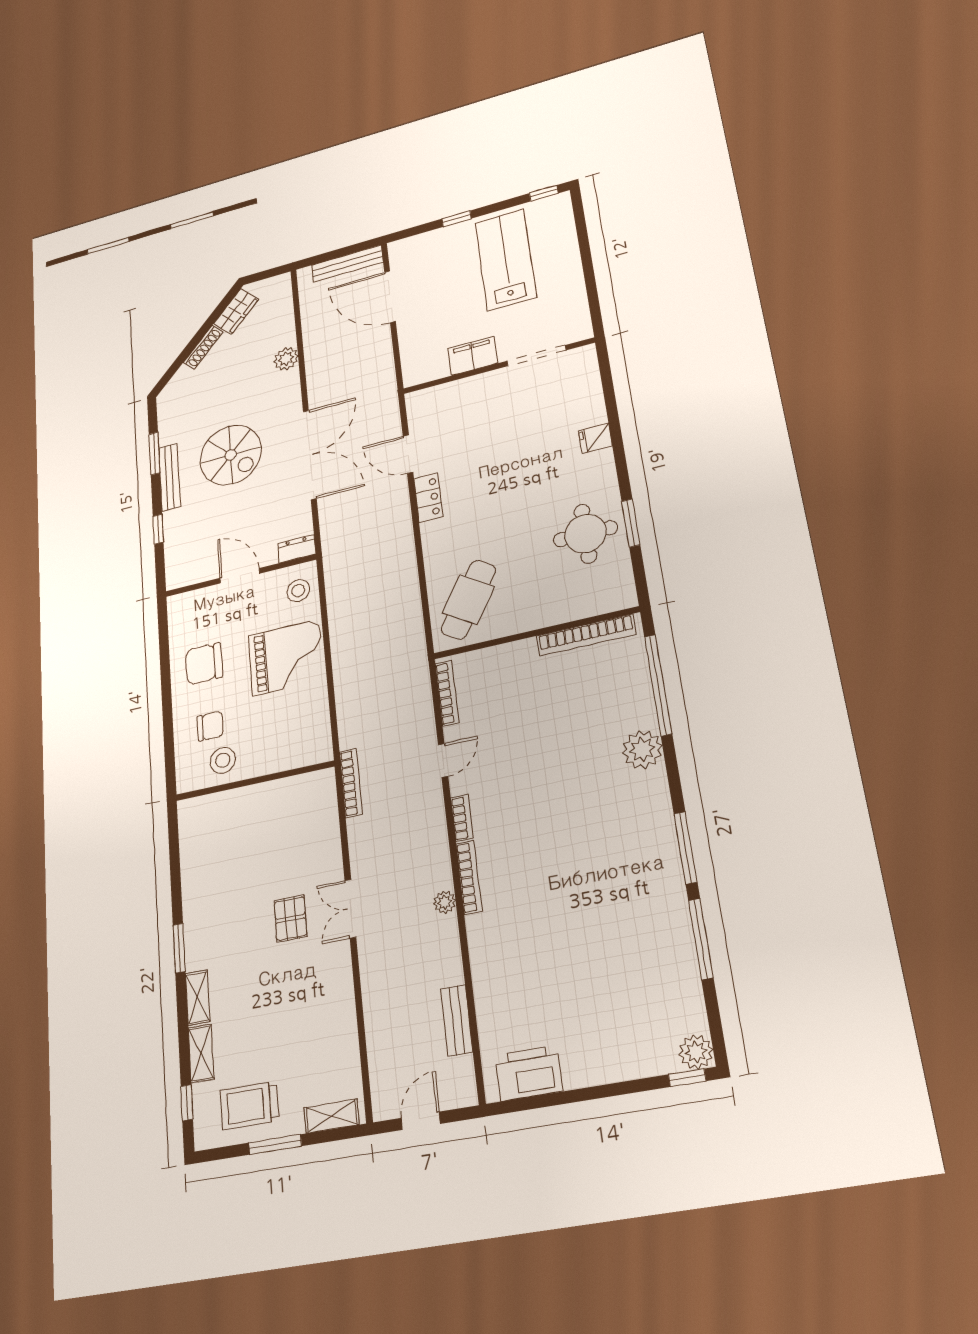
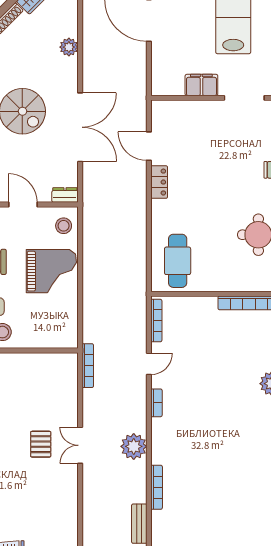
cafe table: (468, 600) -> (178, 261), turned -32
bookcase: (469, 877) -> (157, 487), moved
plant: (445, 902) -> (134, 446), width x1.88, depth x1.88

